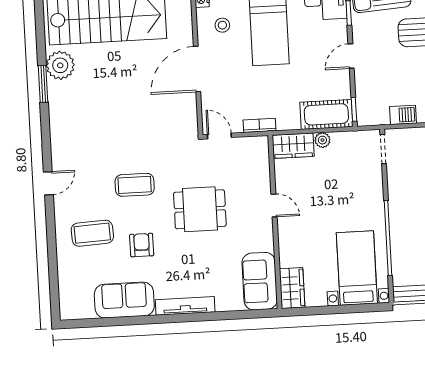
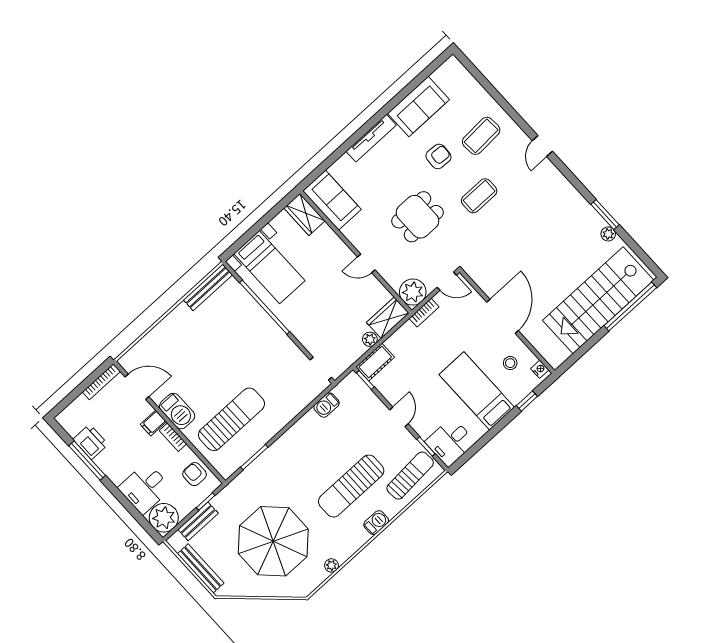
plant: (60, 65) -> (608, 234), width x0.53, depth x0.53
cot: (326, 114) -> (375, 362), width x0.73, depth x0.75
plant: (255, 150) -> (413, 292), added
armchair: (142, 245) -> (438, 156), turned -87

